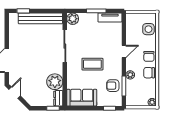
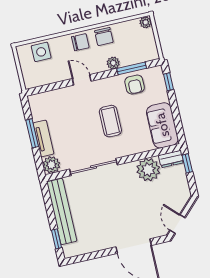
tv unit: (110, 17) -> (43, 138), moved
door: (15, 93) -> (177, 224), hinge flipped

